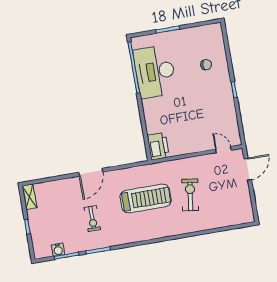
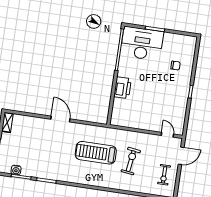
desk: (155, 71) -> (142, 44), moved, turned 90
printer: (158, 146) -> (123, 88), moved
door: (91, 172) -> (60, 119), swing flipped
treadmill: (146, 198) -> (96, 153), turned 180
exercise bike: (92, 219) -> (164, 175), moved

